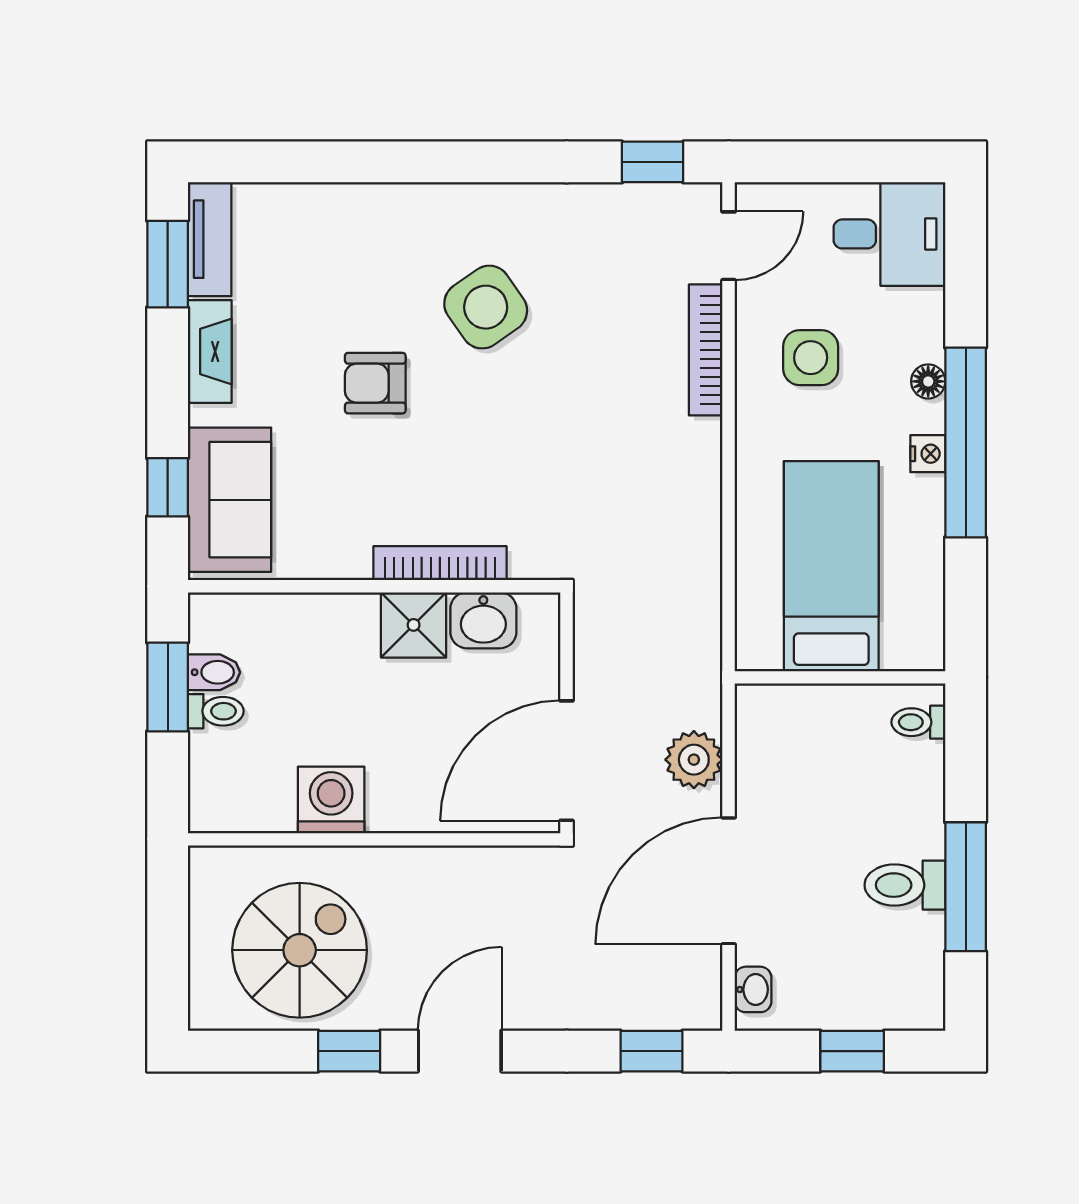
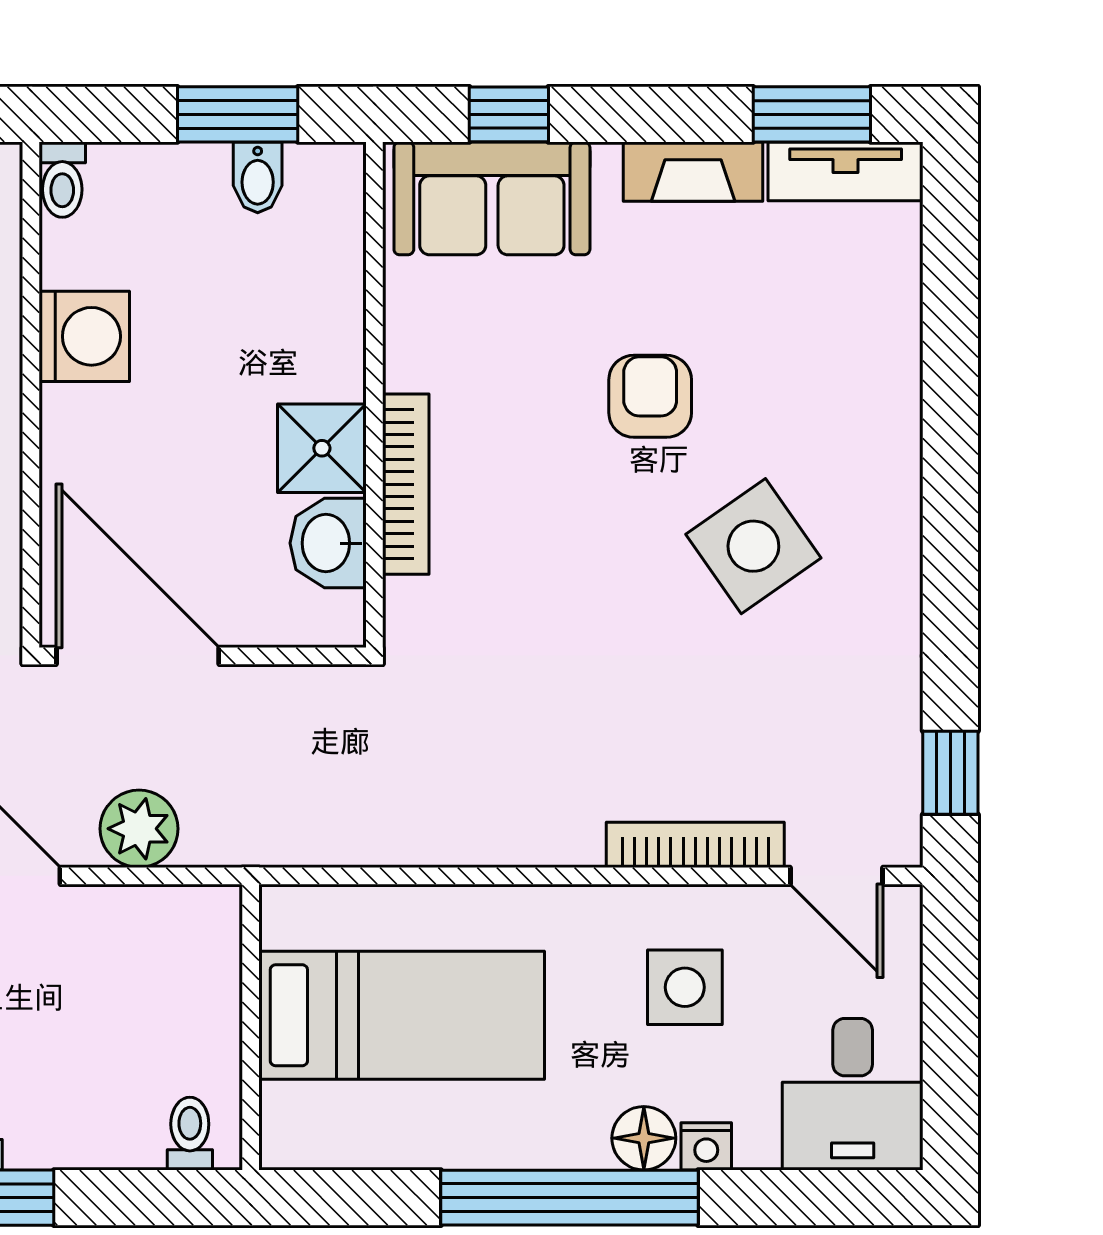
floor lamp: (928, 381) -> (644, 1138), width x1.37, depth x1.37
nightstand: (928, 454) -> (706, 1146), moved
toilet: (216, 711) -> (62, 180), moved

